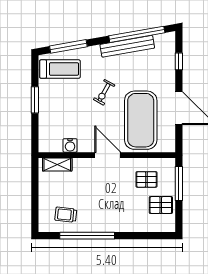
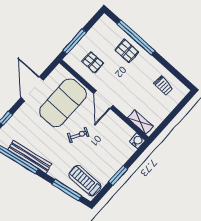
exercise bike: (104, 92) -> (78, 135), moved
water cooler: (70, 145) -> (137, 141), moved
pallet: (161, 205) -> (127, 51), moved
window: (87, 236) -> (136, 37), moved

